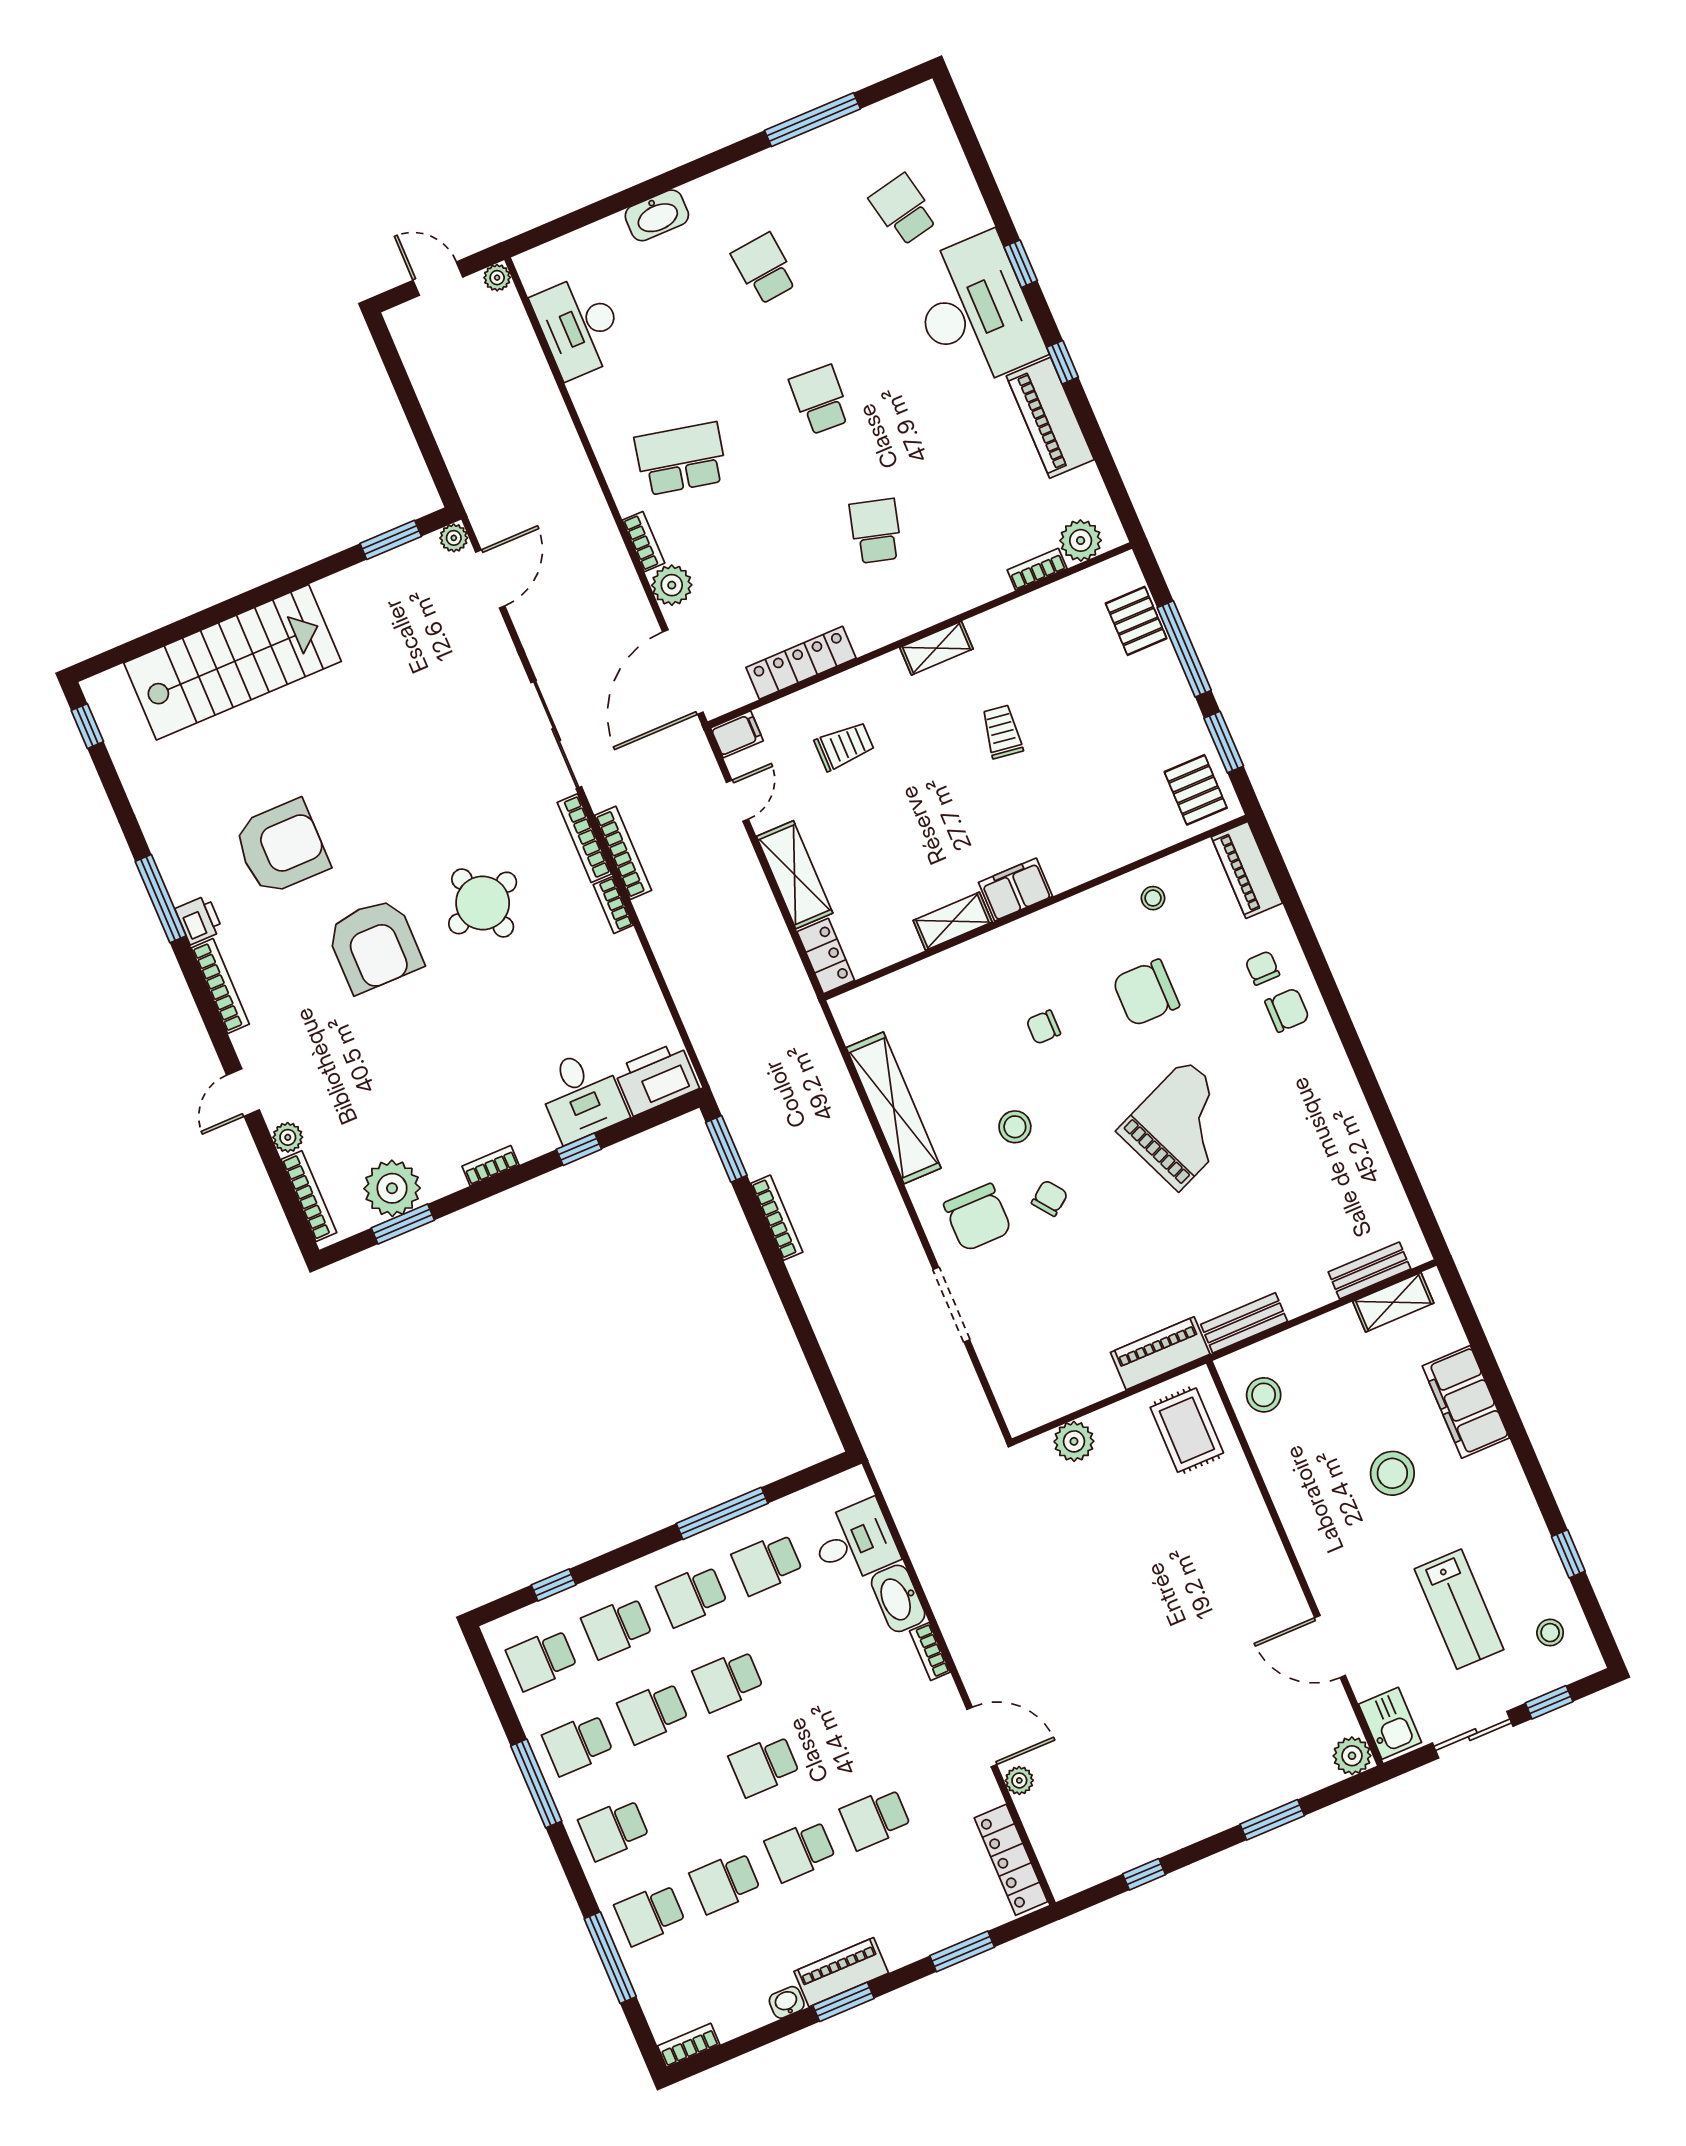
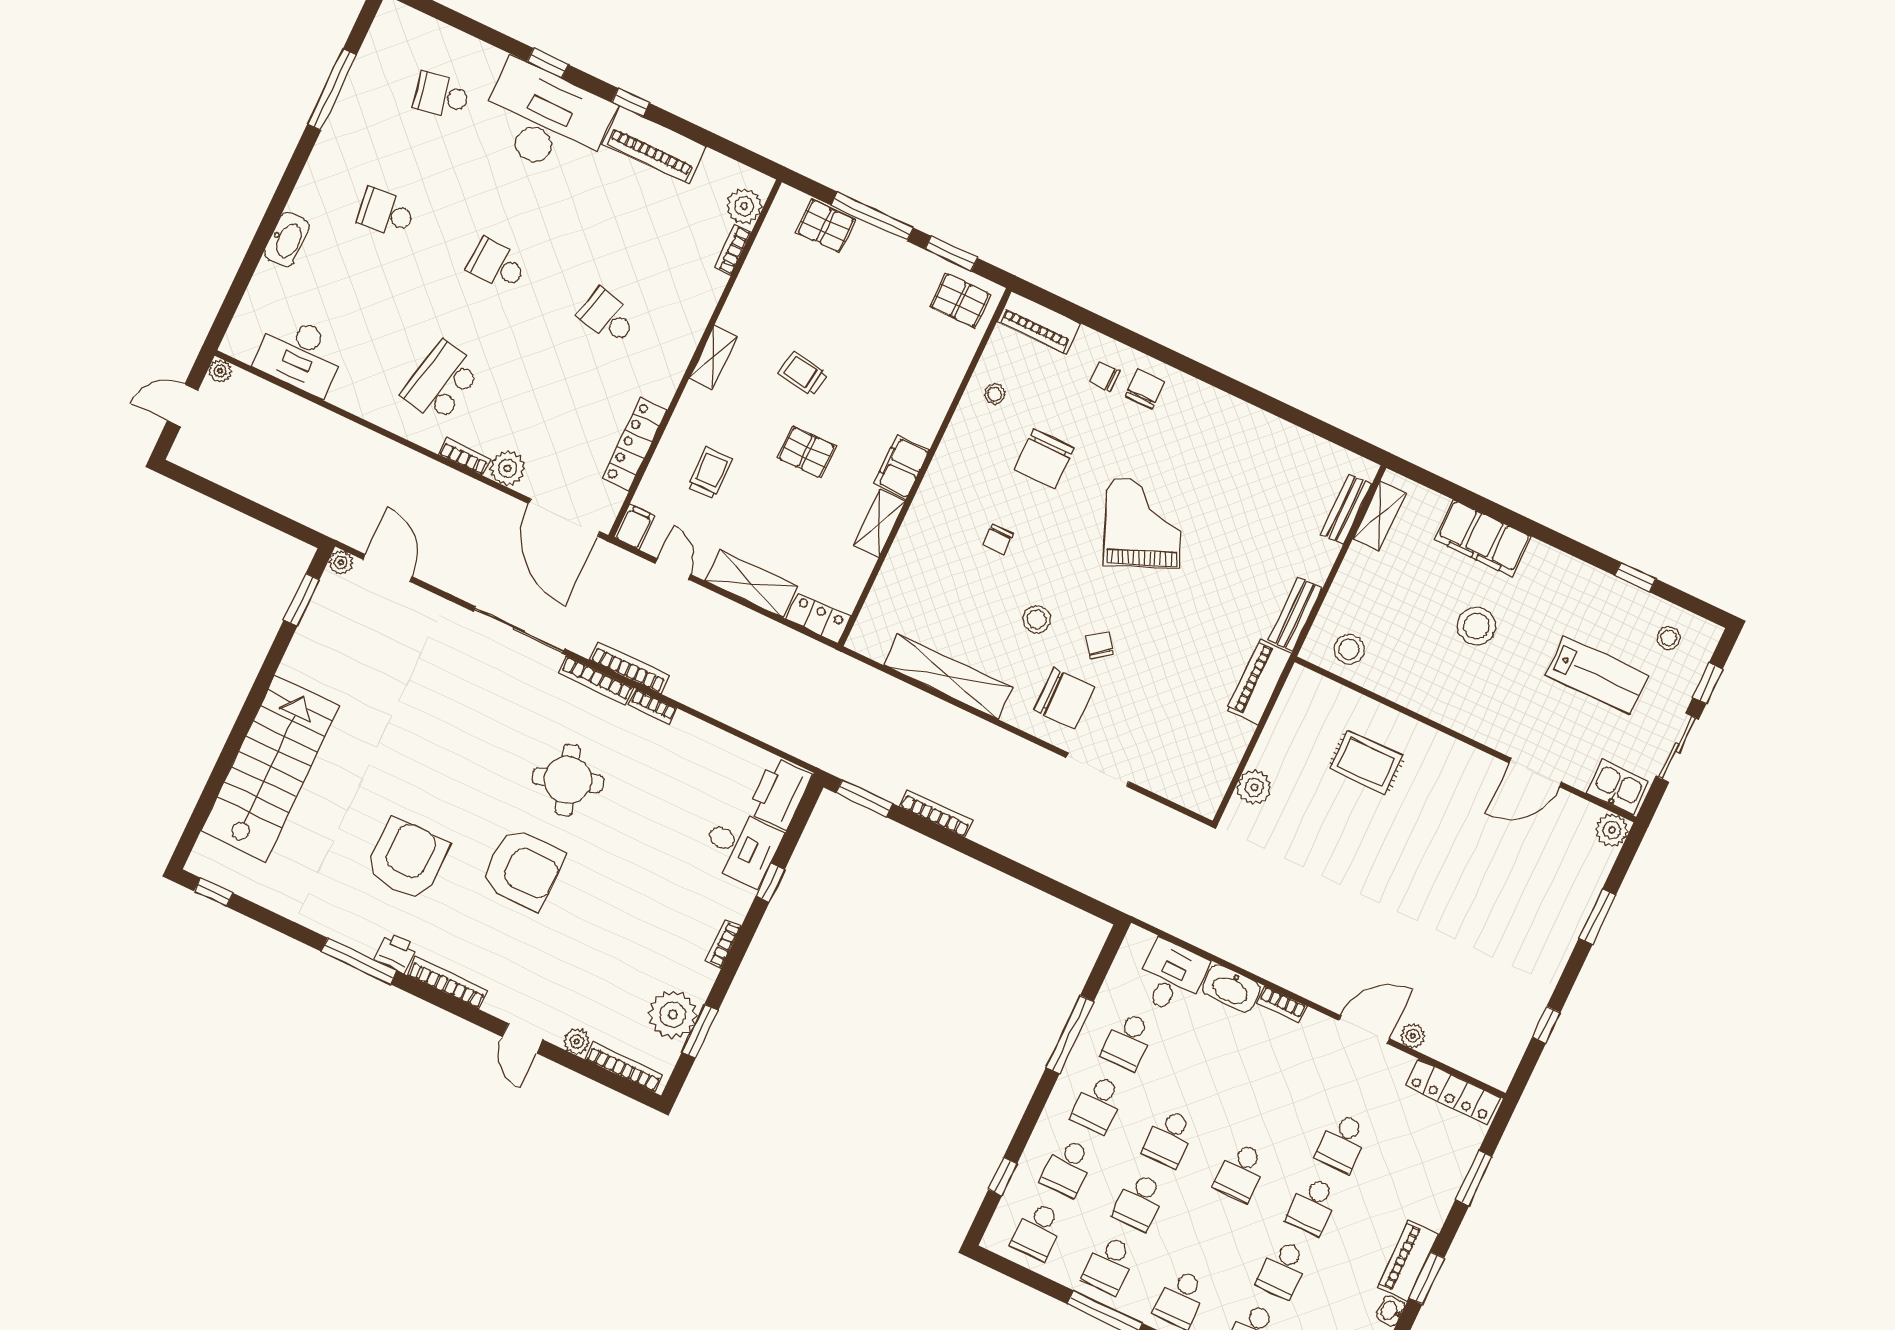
pallet: (944, 803) -> (807, 452), added
rug: (1187, 1430) -> (1366, 762), moved

